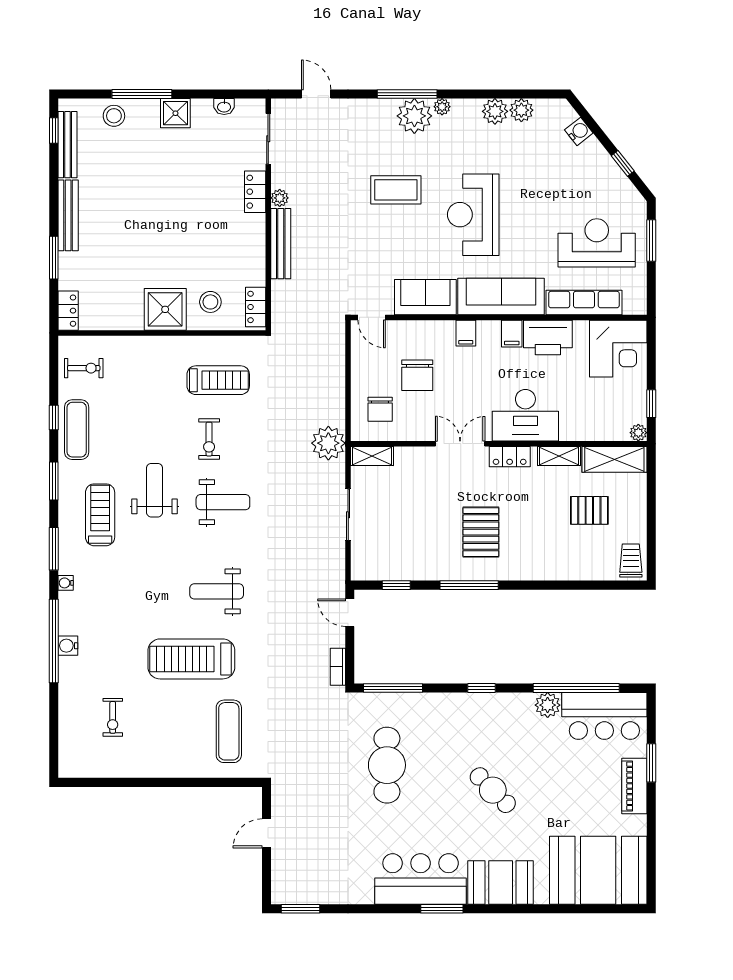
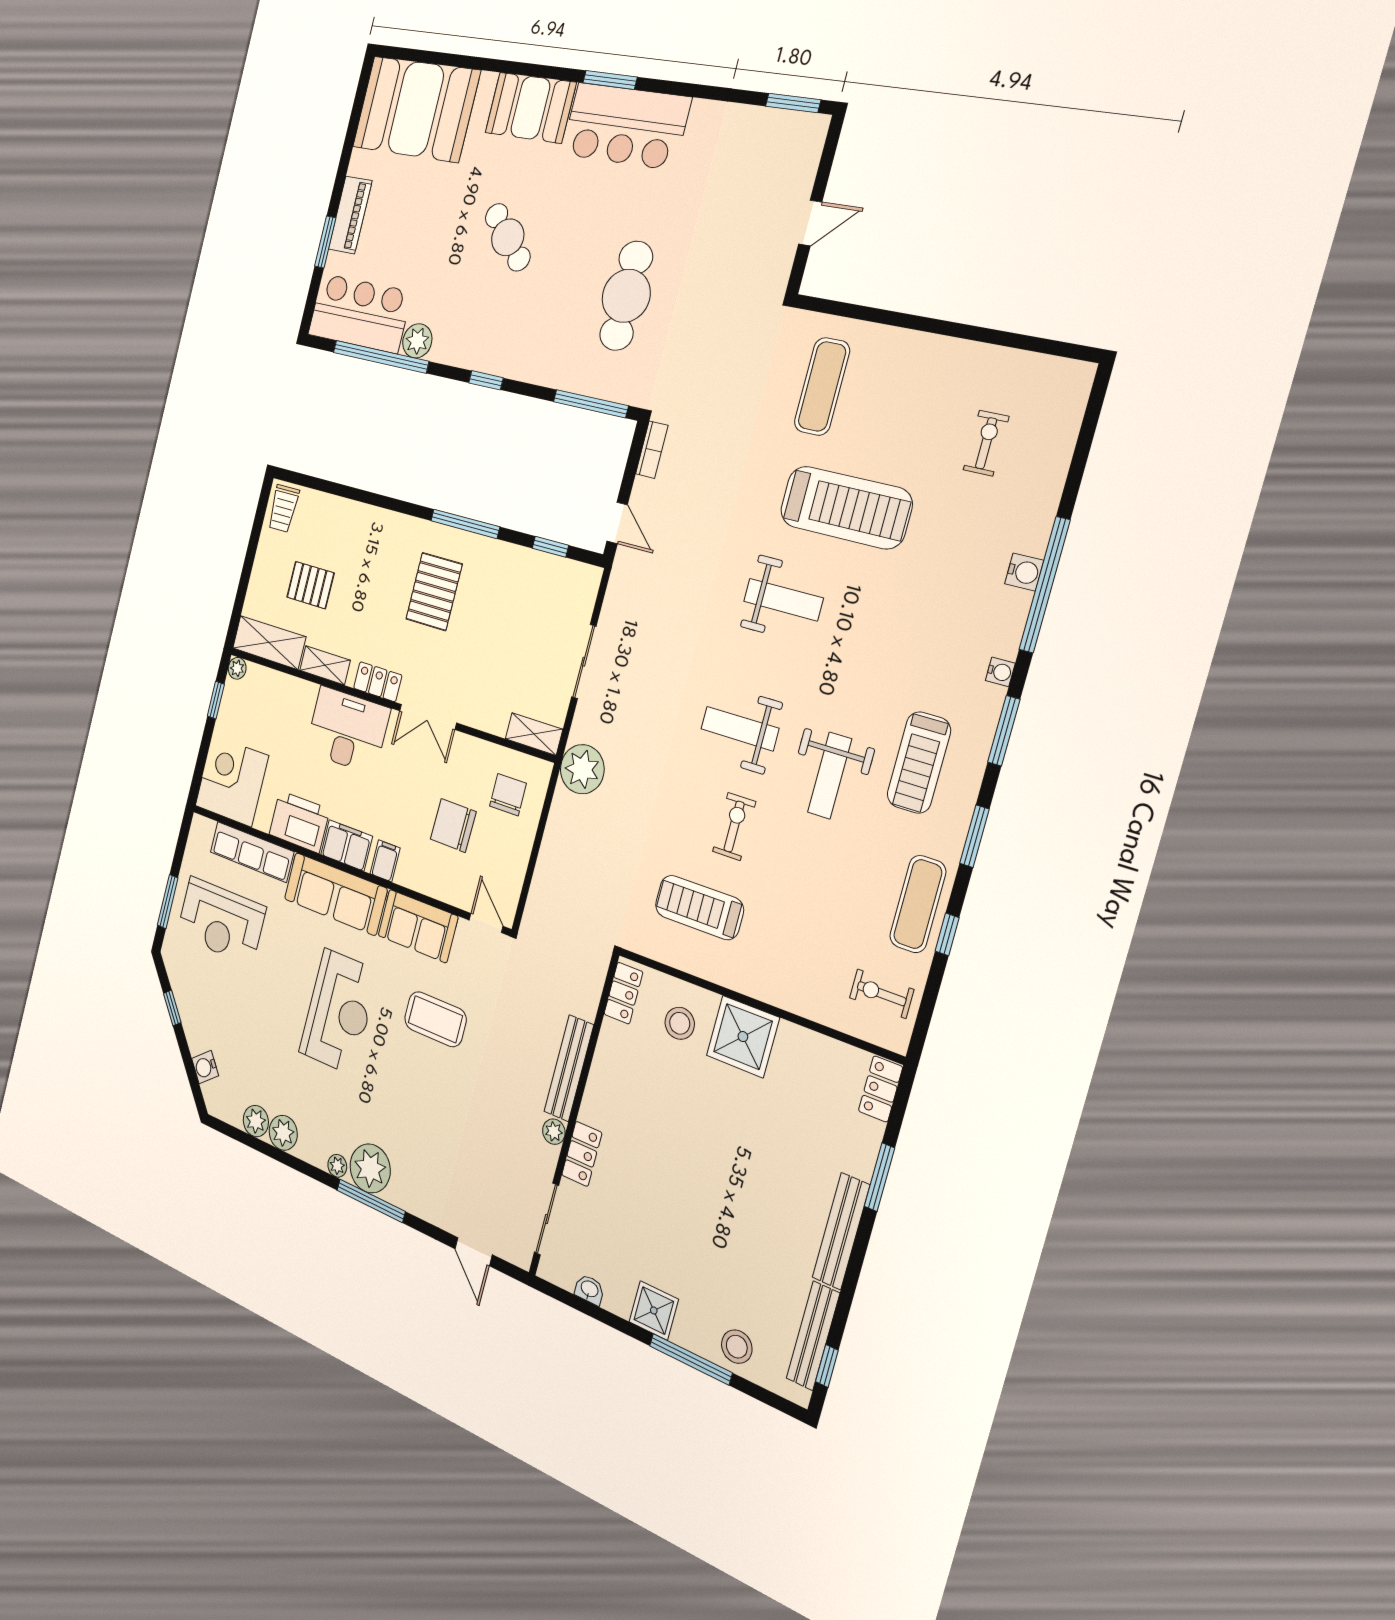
coffee table: (396, 190) -> (435, 1019), moved
filing cabinet: (512, 334) -> (347, 845), width x2.00
chair: (417, 375) -> (453, 825), turned -89

